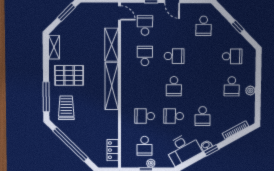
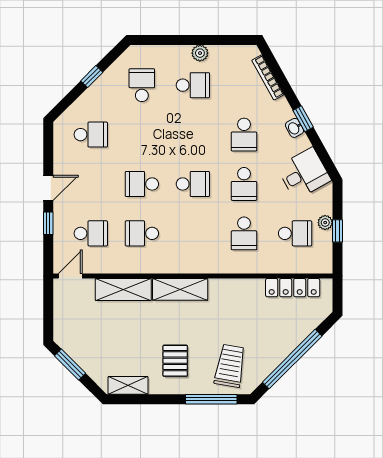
school desk: (145, 25) -> (91, 233), turned 180
school desk: (174, 56) -> (142, 184), turned -90
pallet: (69, 75) -> (175, 361), width x0.67, depth x0.71
shelving: (112, 86) -> (180, 289), width x0.68
trolley: (66, 108) -> (230, 366), turned 100
school desk: (203, 116) -> (244, 135), turned 90
desk: (183, 149) -> (304, 174), width x0.73
locker: (113, 150) -> (293, 288), width x1.53

